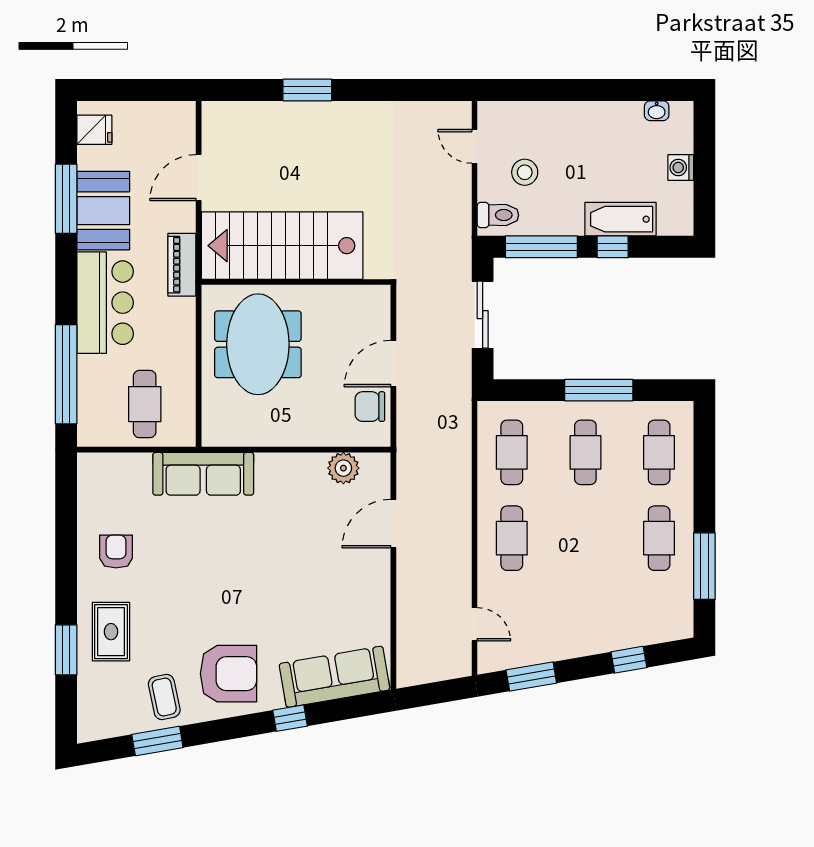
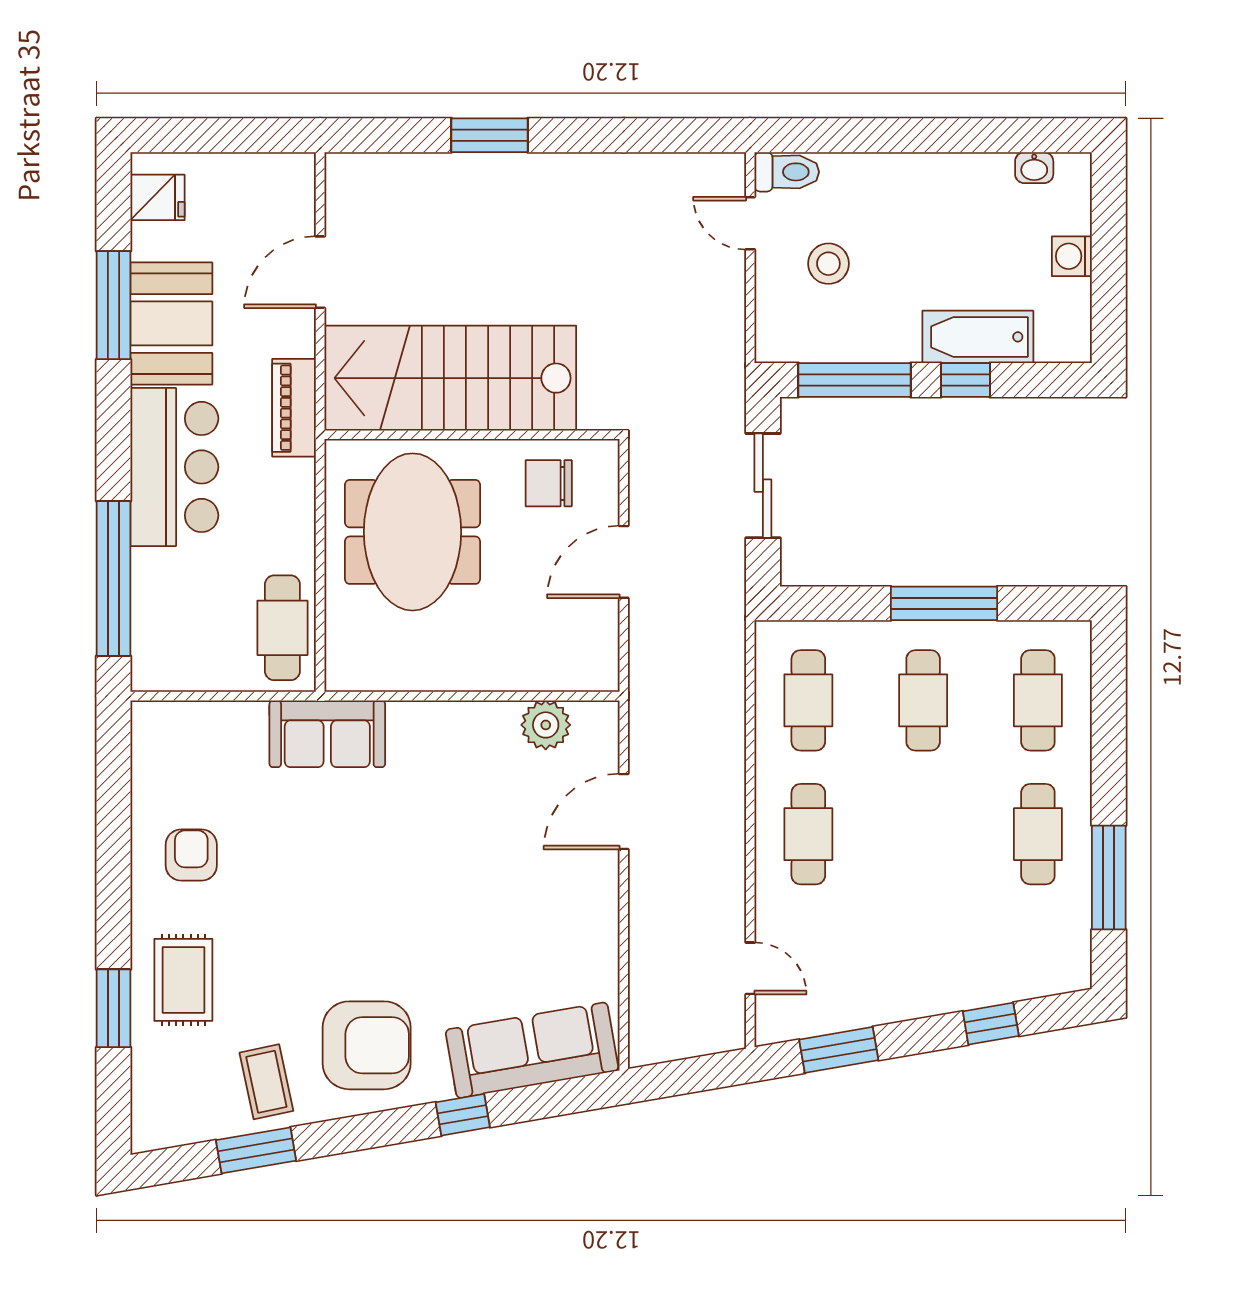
toilet: (498, 215) -> (787, 172), moved
cafe table: (145, 404) -> (282, 628), moved
chair: (370, 407) -> (549, 483), moved
sofa: (203, 474) -> (327, 734), width x0.73

